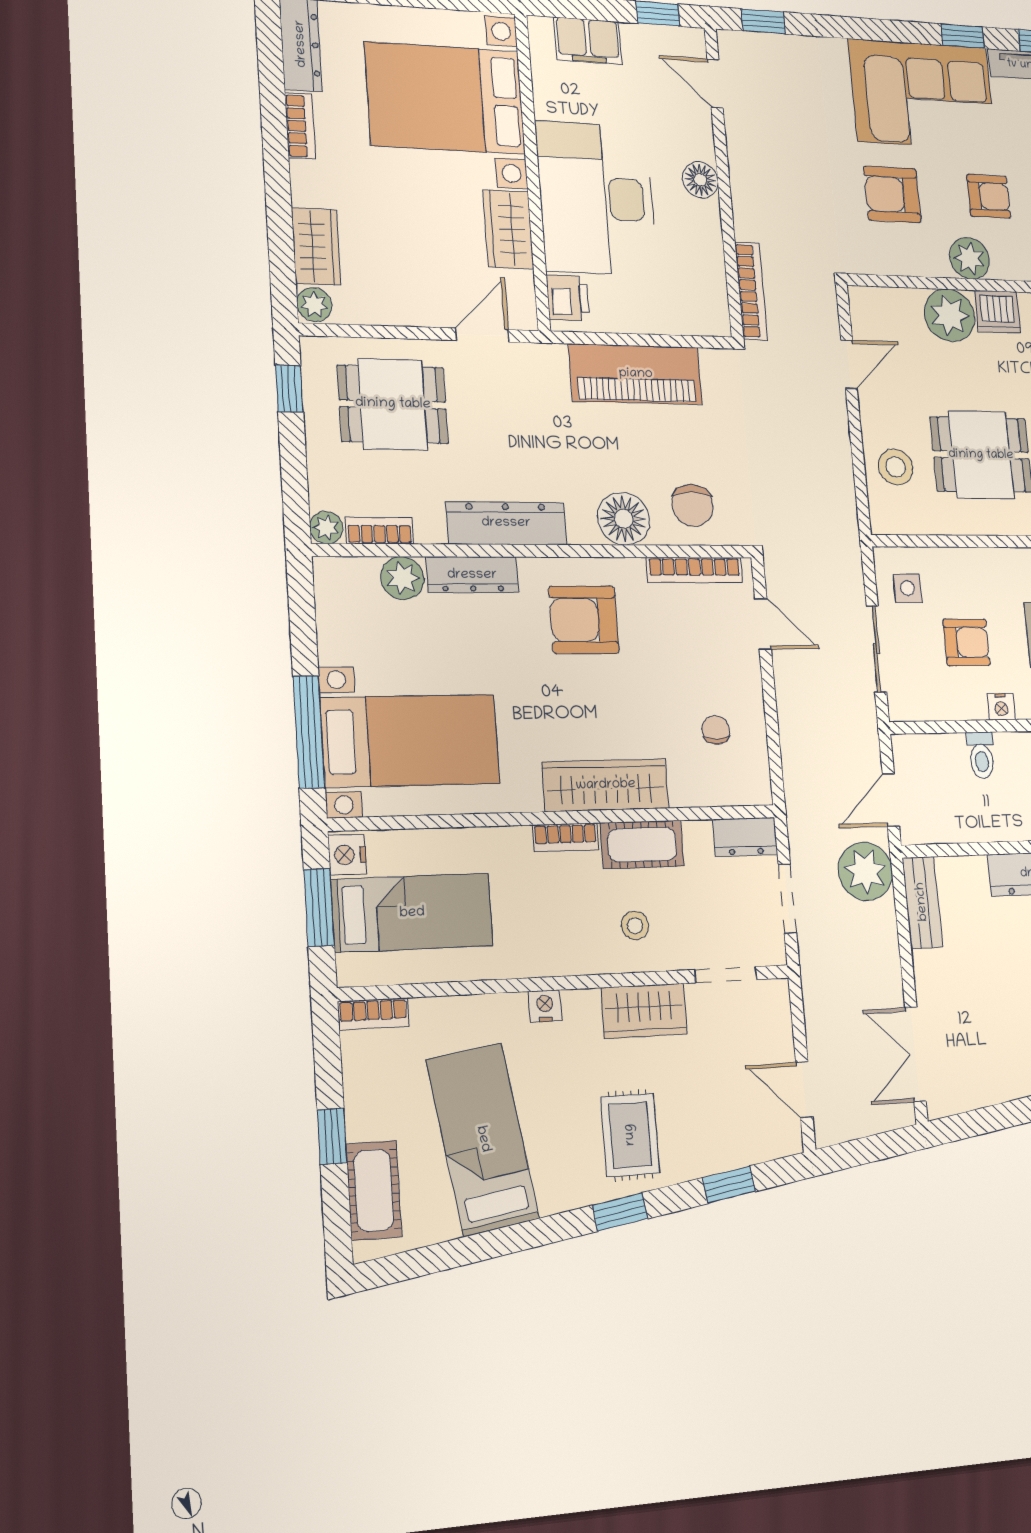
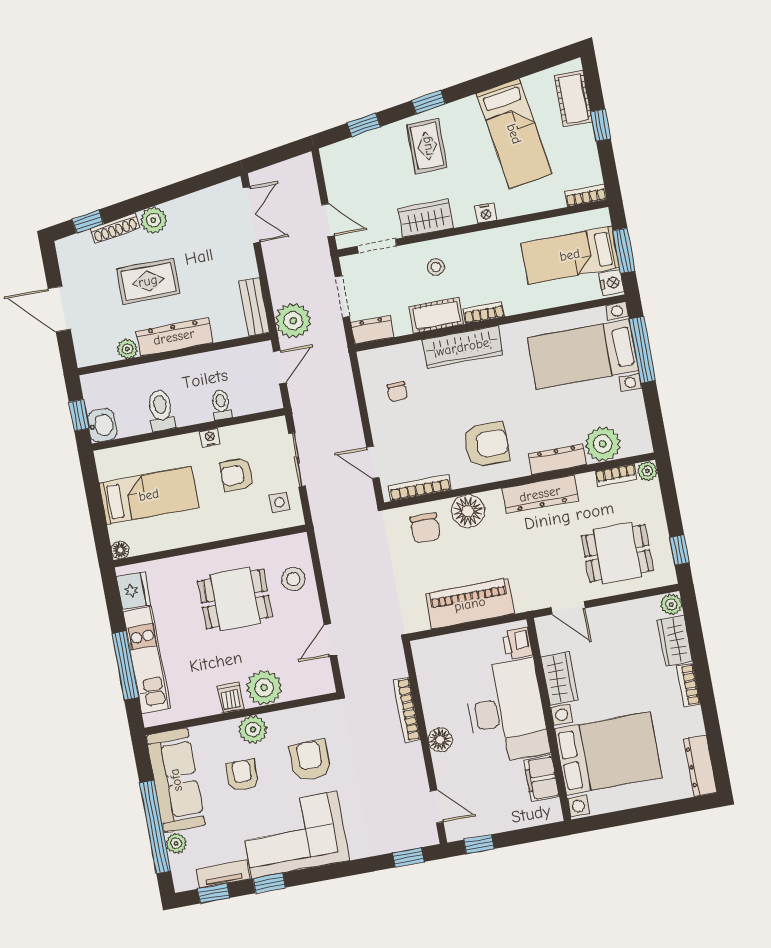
filing cabinet: (588, 41) -> (541, 778), moved, turned -90
bookcase: (300, 126) -> (689, 685), moved
armchair: (892, 194) -> (310, 761), turned -90
armchair: (989, 196) -> (242, 775), turned 90
bookcase: (751, 291) -> (407, 710), moved
dishwasher: (998, 312) -> (231, 698), width x0.73
door: (482, 335) -> (568, 608), hinge flipped
chair: (692, 505) -> (425, 528), turned 180
plant: (402, 578) -> (603, 444), width x1.36, depth x1.36
door: (804, 1090) -> (328, 220), moved

